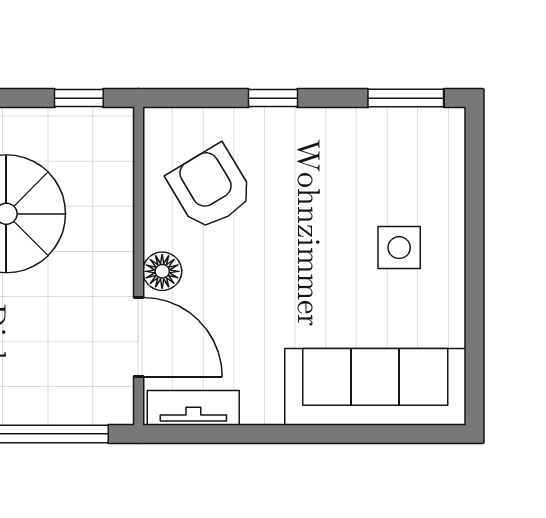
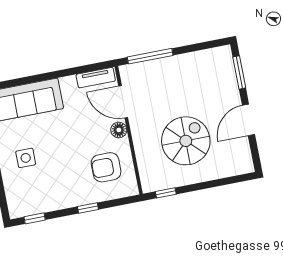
window: (406, 98) -> (35, 218), width x0.67
armchair: (210, 188) -> (106, 167), turned 121

